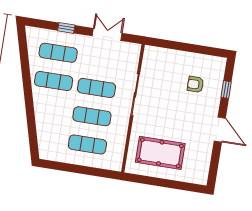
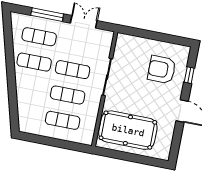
window: (66, 28) -> (47, 15), width x2.17
armchair: (195, 84) -> (162, 70), width x1.88, depth x1.88
pool table: (160, 153) -> (128, 130), width x1.36, depth x1.32

